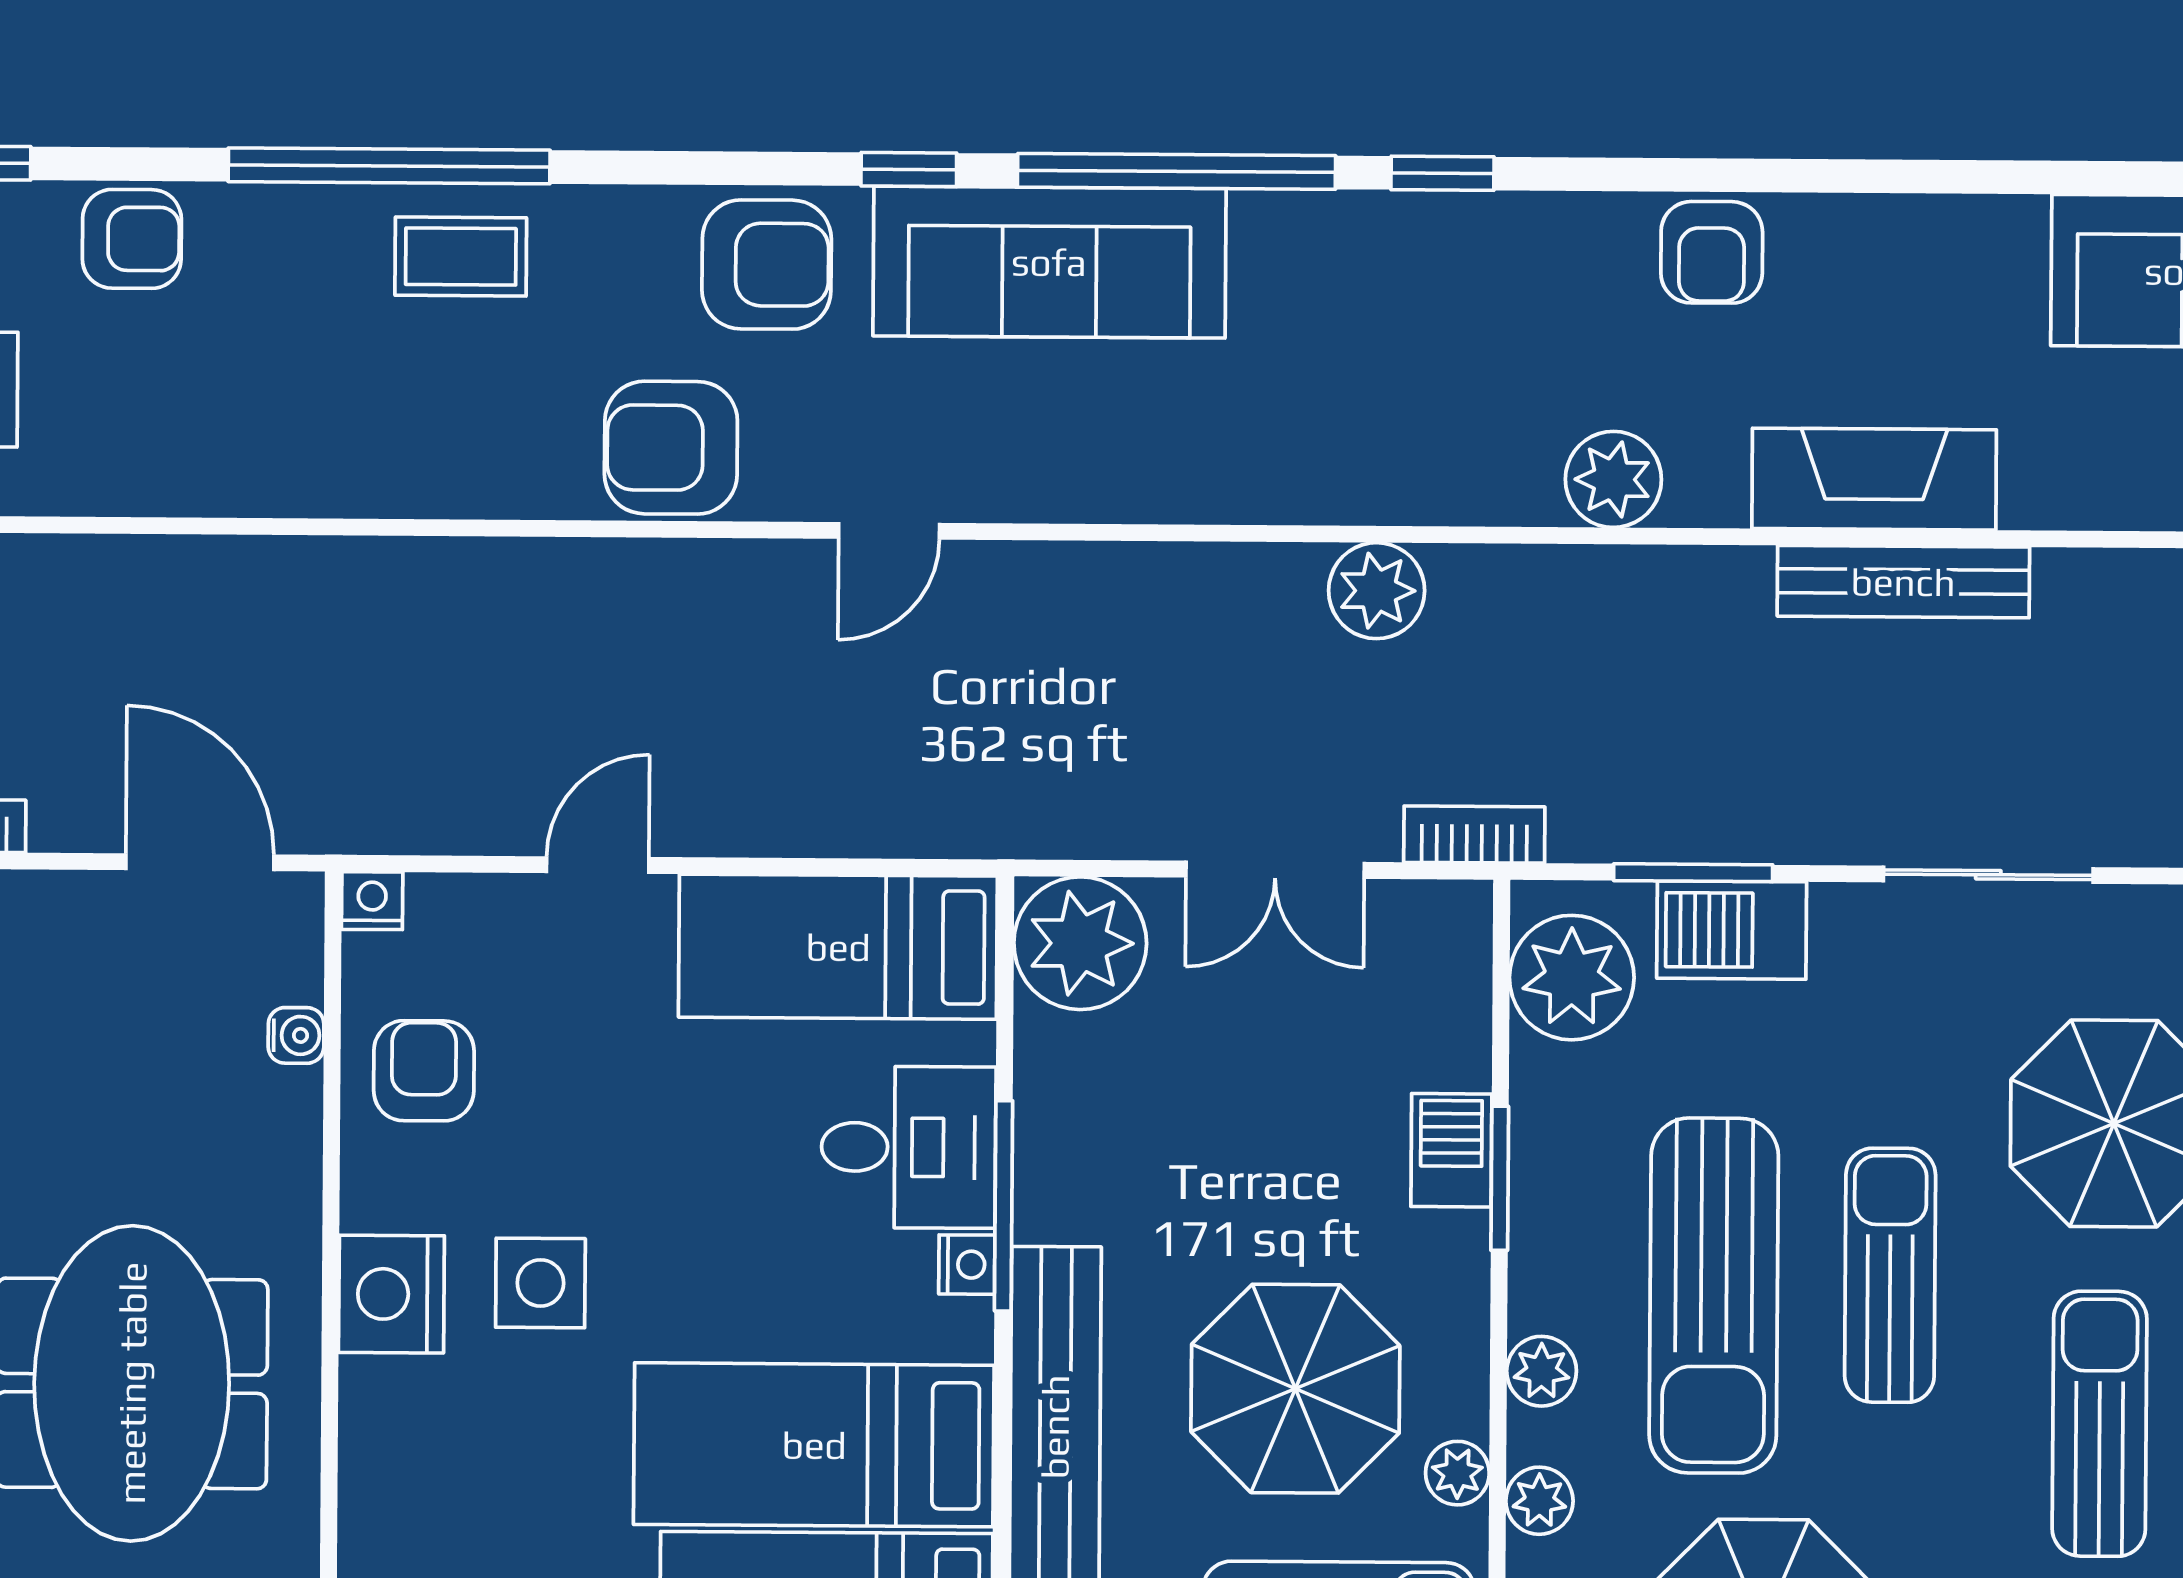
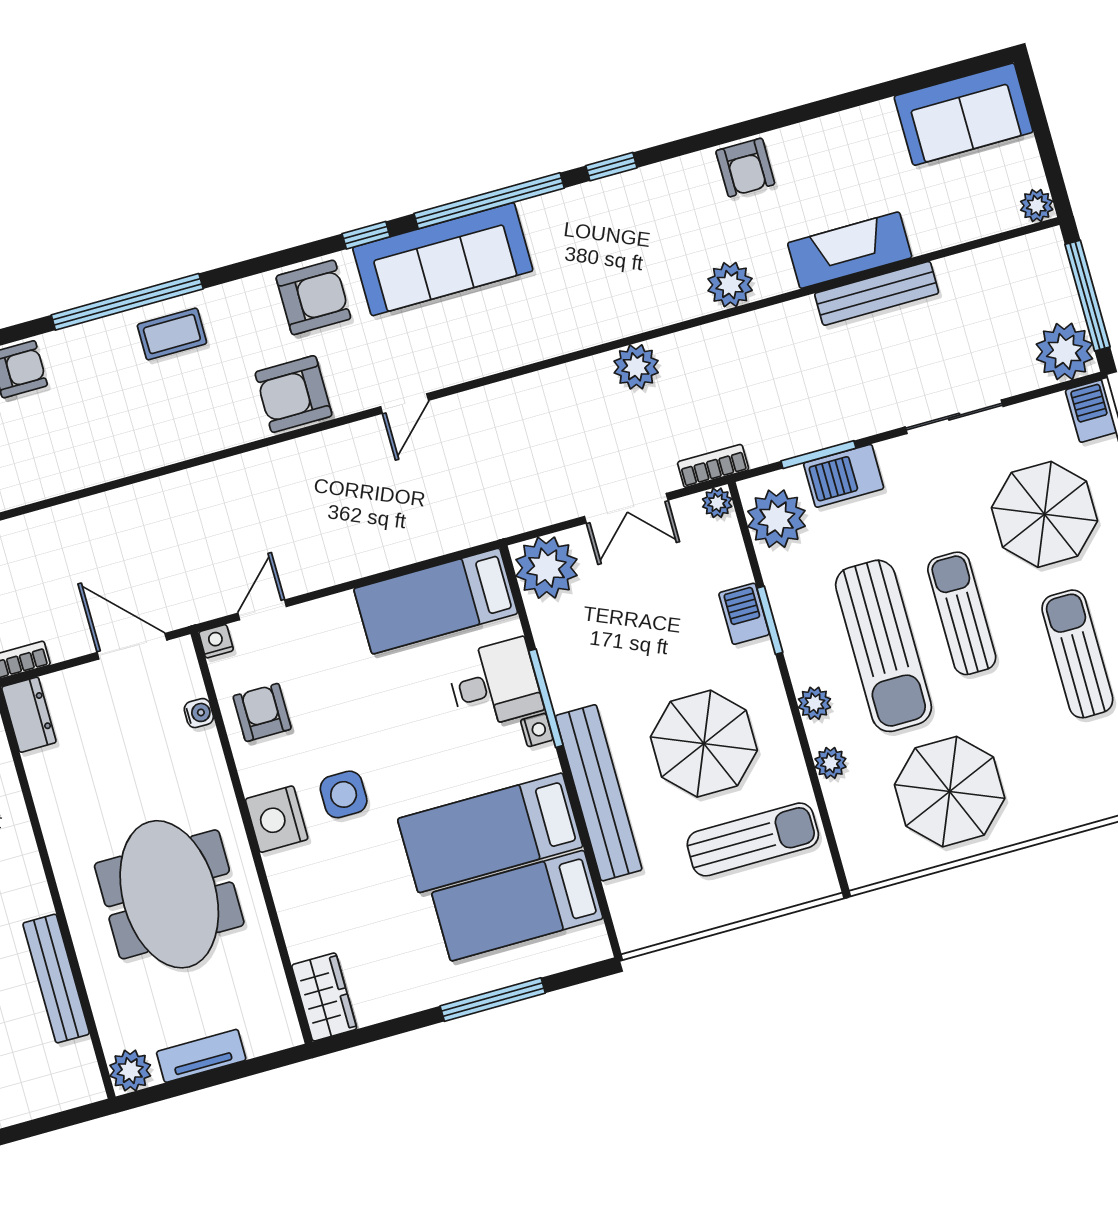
door: (598, 865) -> (262, 610), moved
plant: (1457, 1473) -> (717, 503), moved

